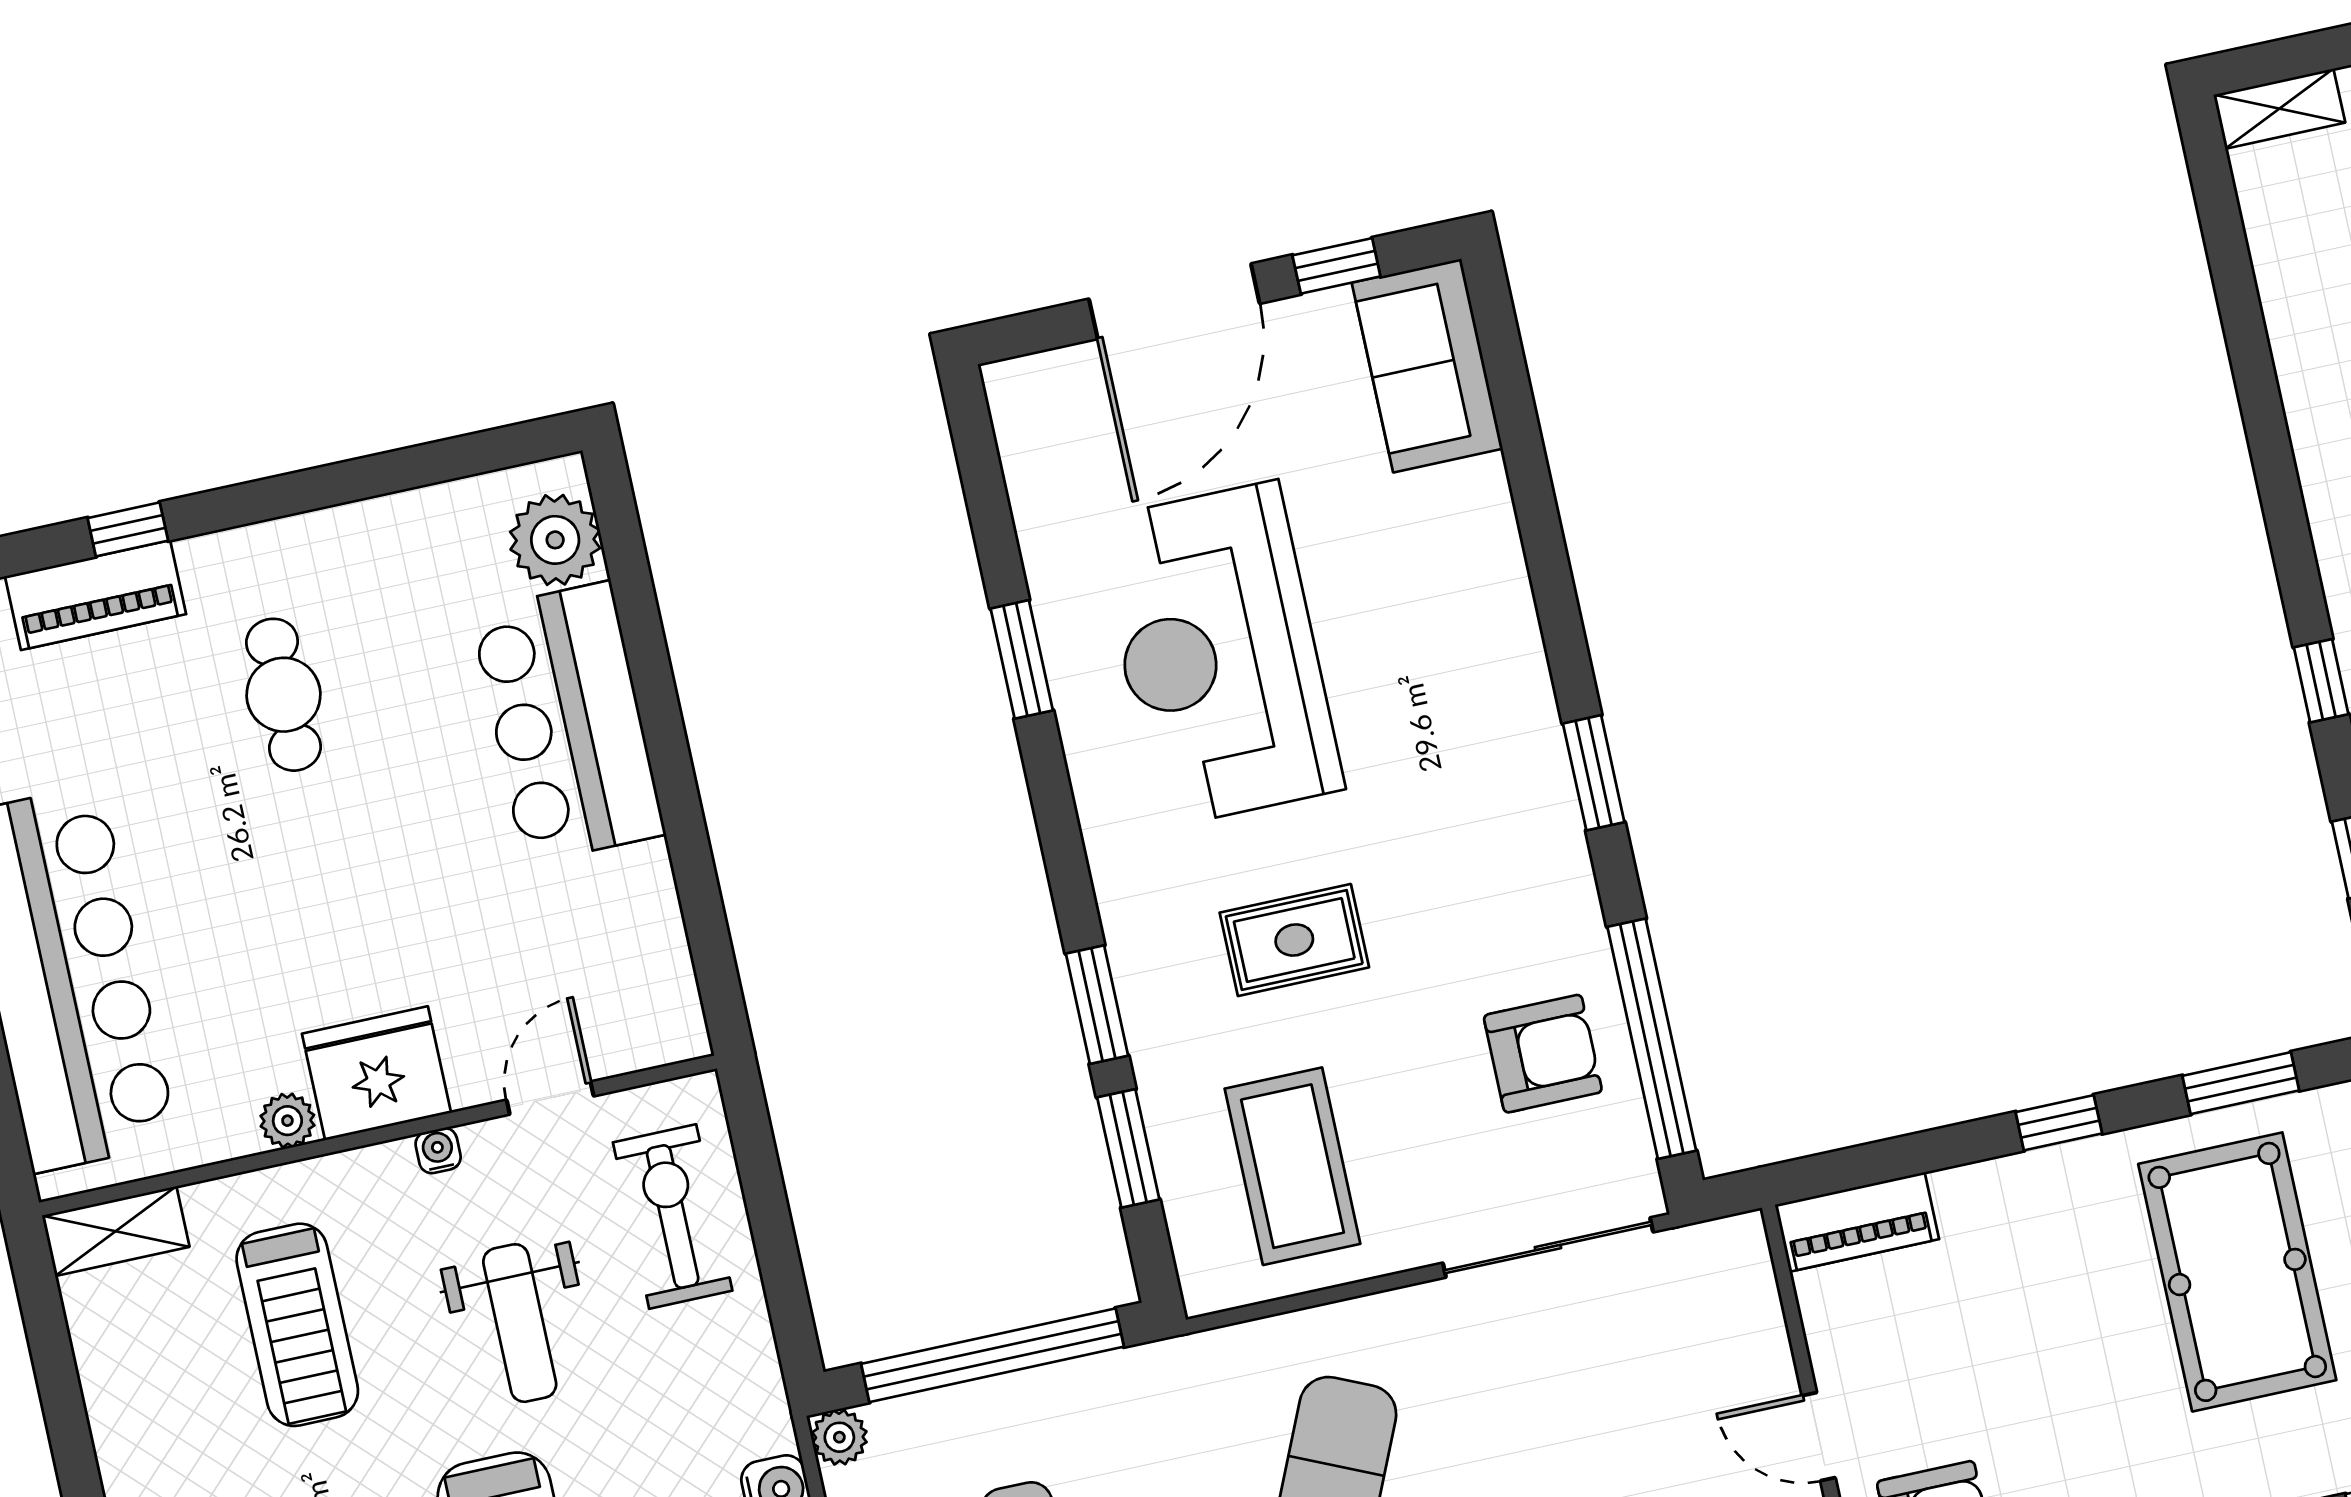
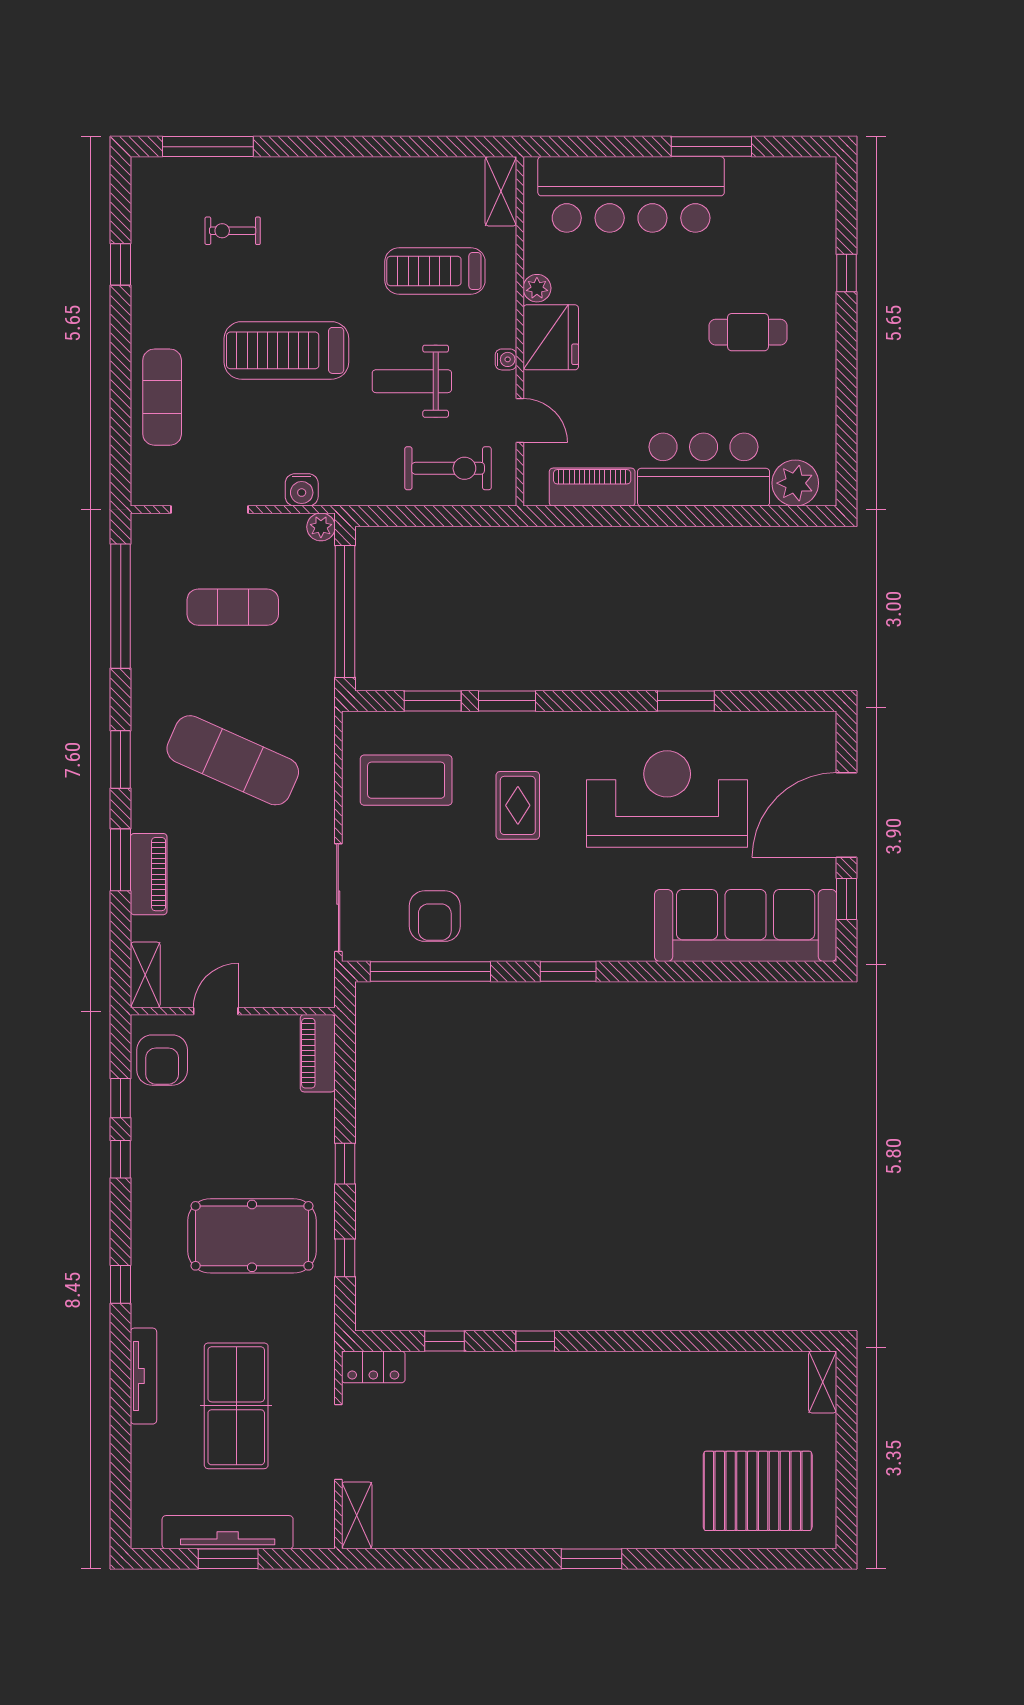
door: (1174, 301) -> (846, 815), hinge flipped
sofa: (1427, 366) -> (746, 925), width x1.85, depth x1.27
piano: (96, 595) -> (592, 487), moved, turned 90
window: (2241, 1083) -> (345, 1258), width x0.67

